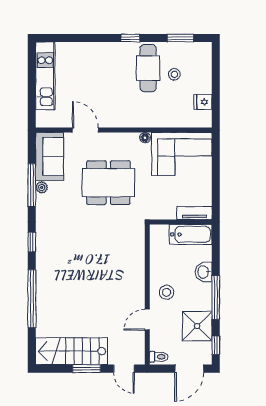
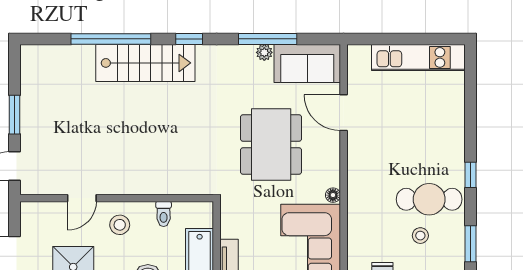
door: (85, 130) -> (344, 113), swing flipped
door: (147, 320) -> (82, 198), swing flipped
stairs: (72, 351) -> (145, 63), moved, turned 90
toilet: (159, 357) -> (164, 214), moved

